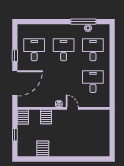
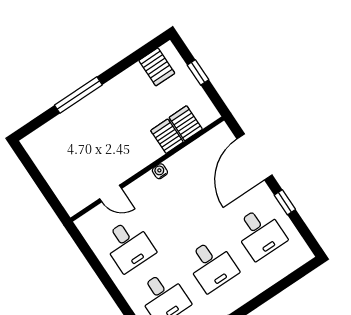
door: (72, 108) -> (111, 194), moved
server rack: (23, 117) -> (186, 123), moved
server rack: (43, 149) -> (157, 67), moved
window: (72, 159) -> (78, 95), added

